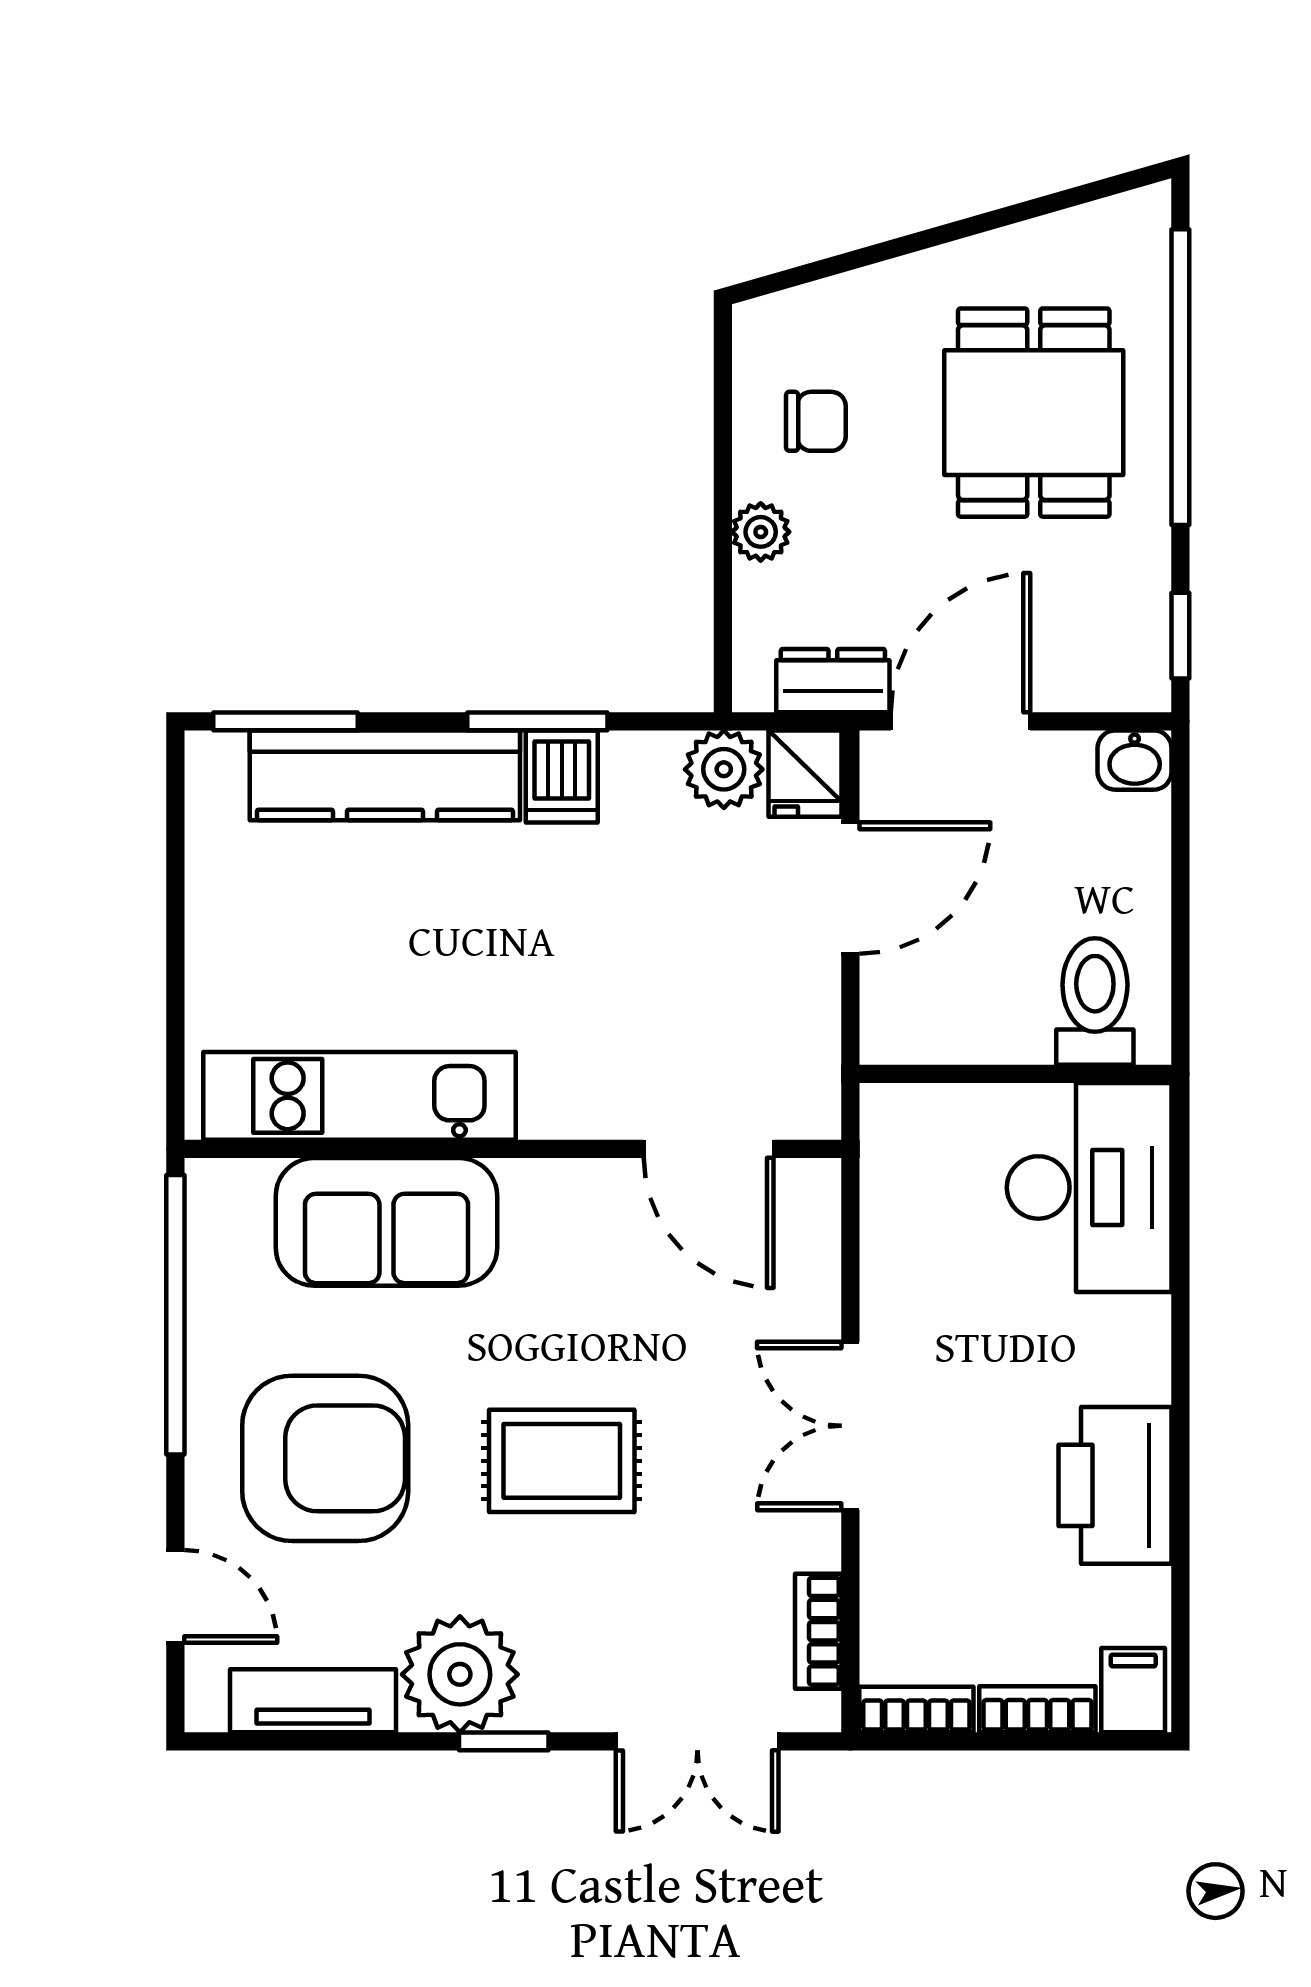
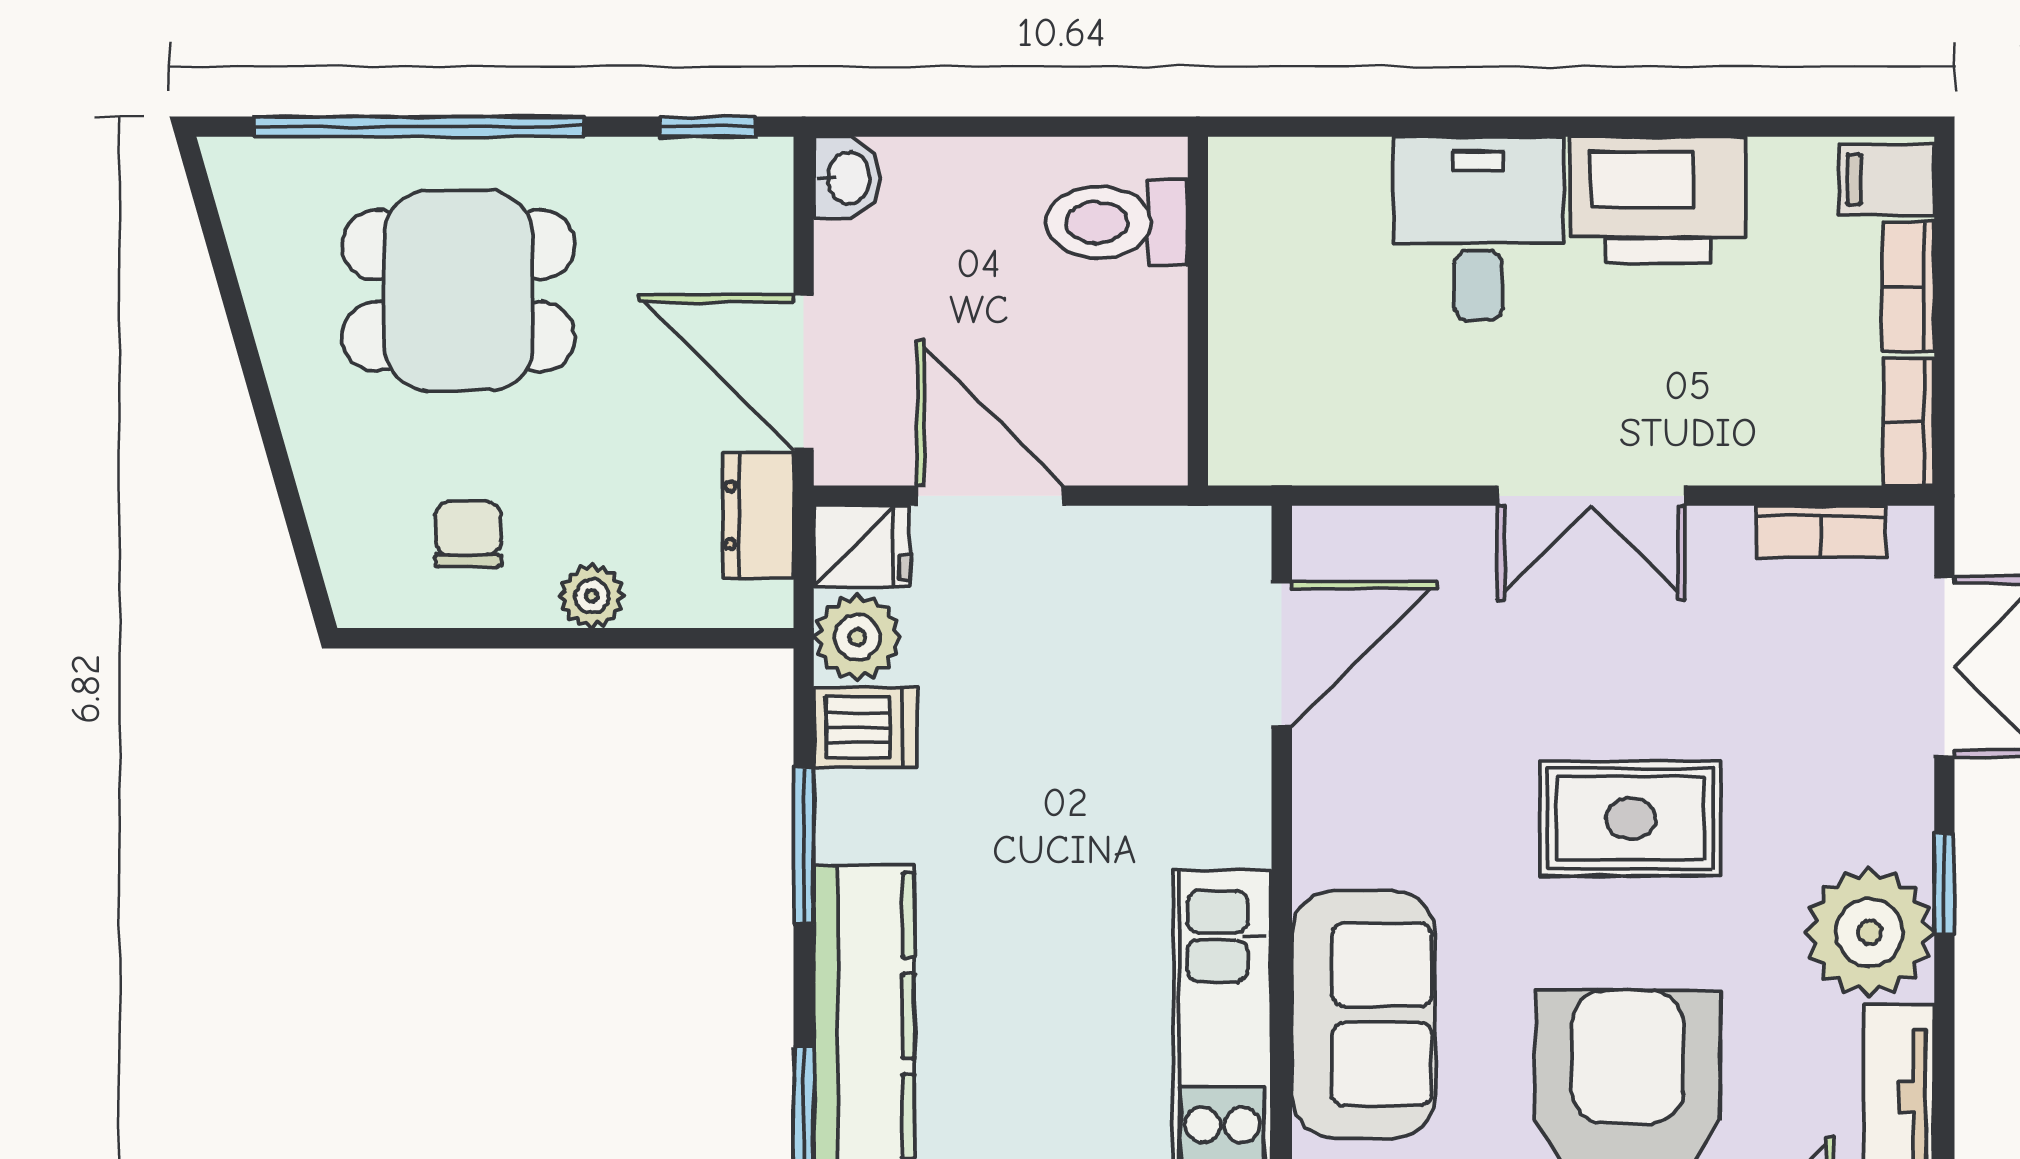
dishwasher: (562, 776) -> (865, 728), moved
desk: (1089, 1187) -> (1478, 229), moved, width x0.73
rug: (562, 1461) -> (1631, 818), turned 90

